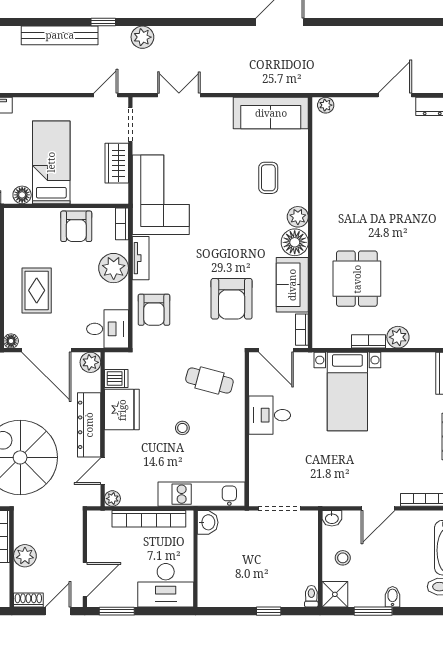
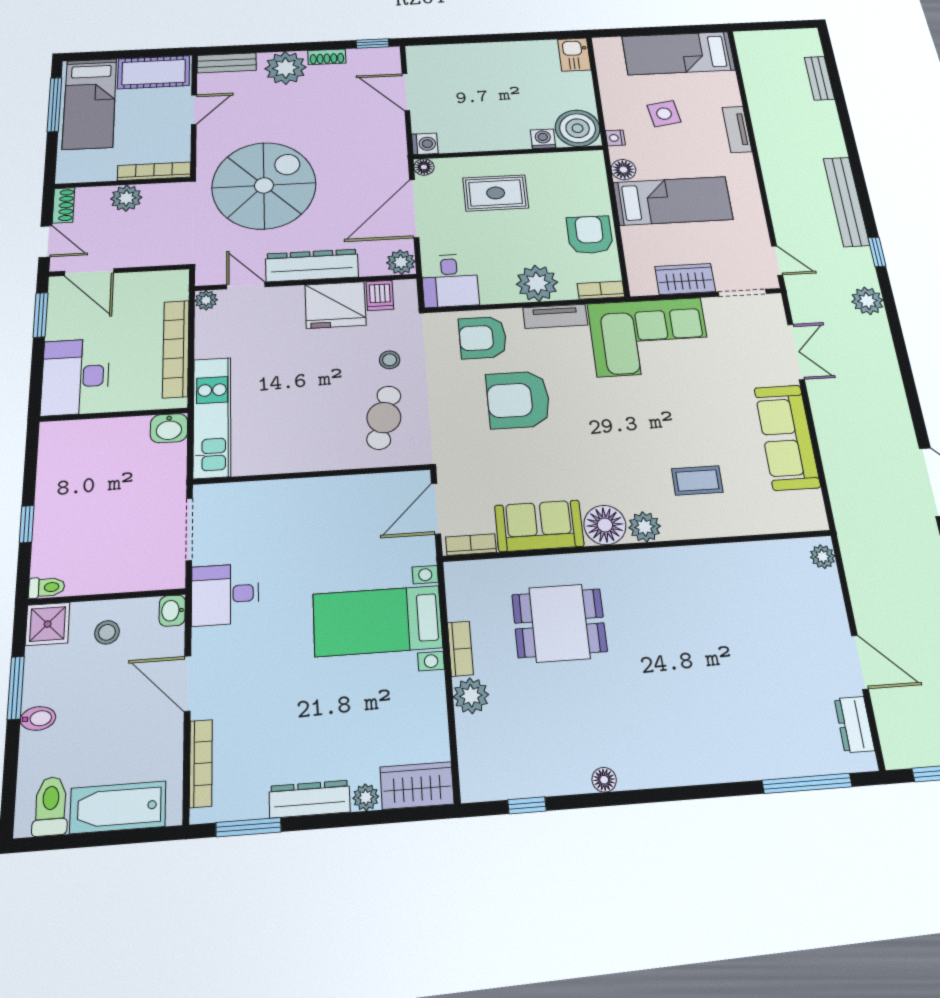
sofa: (271, 113) -> (787, 437), moved
armchair: (76, 226) -> (590, 235), turned 90
armchair: (232, 299) -> (518, 400), moved
desk: (270, 415) -> (225, 594), moved, turned -90
stool: (182, 428) -> (390, 360), moved

